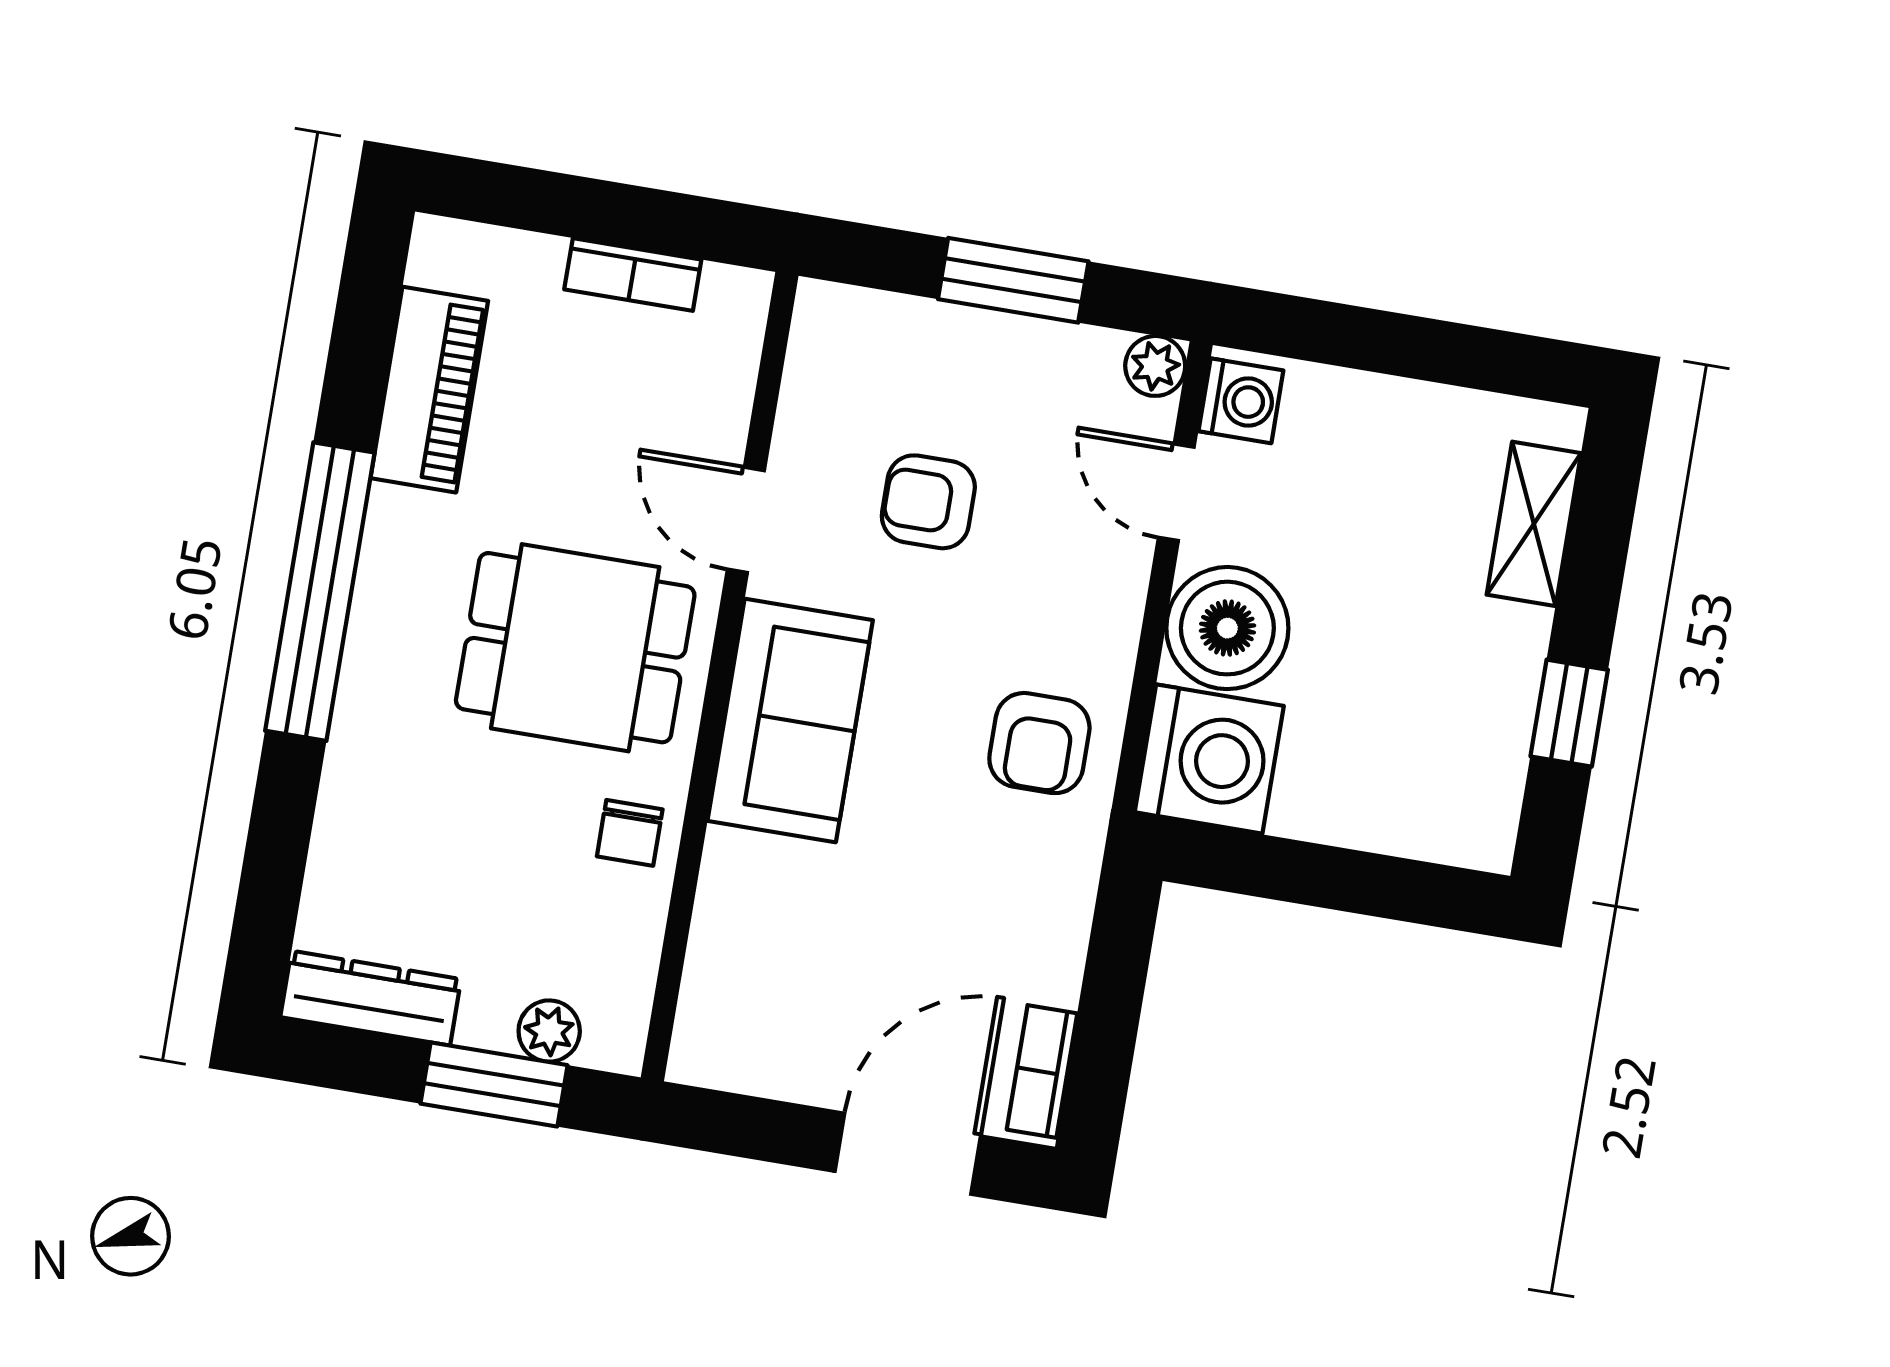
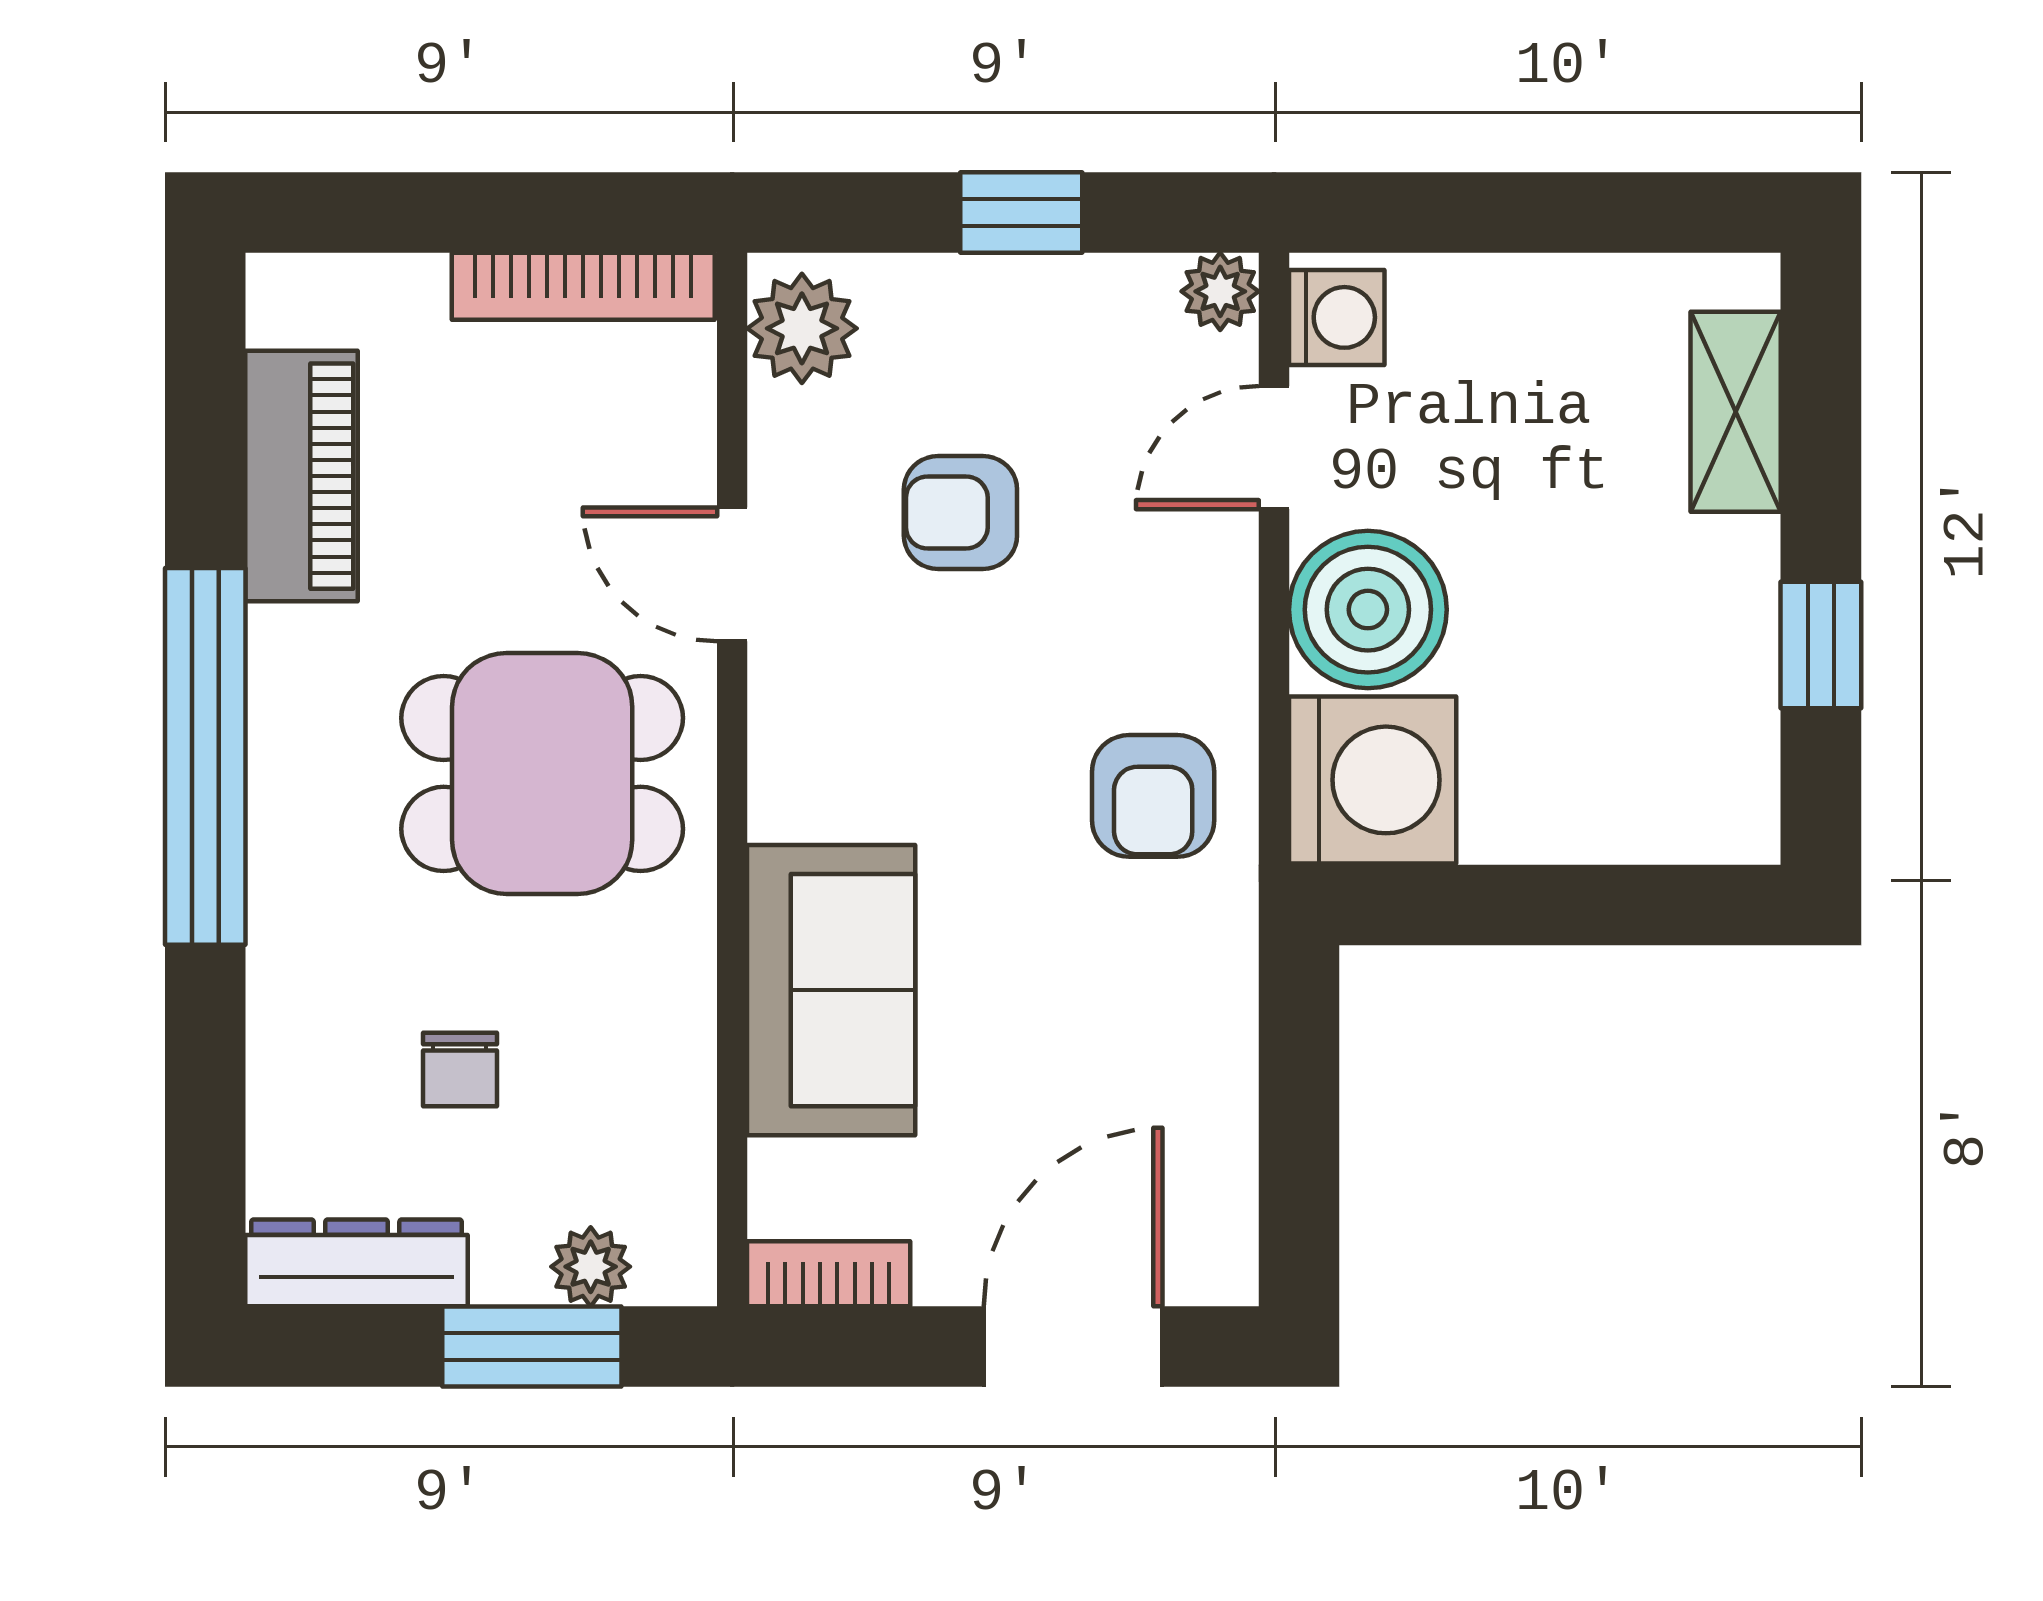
bookcase: (633, 275) -> (583, 286), width x1.56
window: (1013, 280) -> (1021, 213), width x0.67
plant: (831, 341) -> (802, 328), added
door: (1176, 492) -> (1274, 448), hinge flipped
sofa: (790, 721) -> (831, 990), moved
chair: (630, 833) -> (460, 1070), moved
bookcase: (1042, 1072) -> (829, 1274), moved, turned 90

